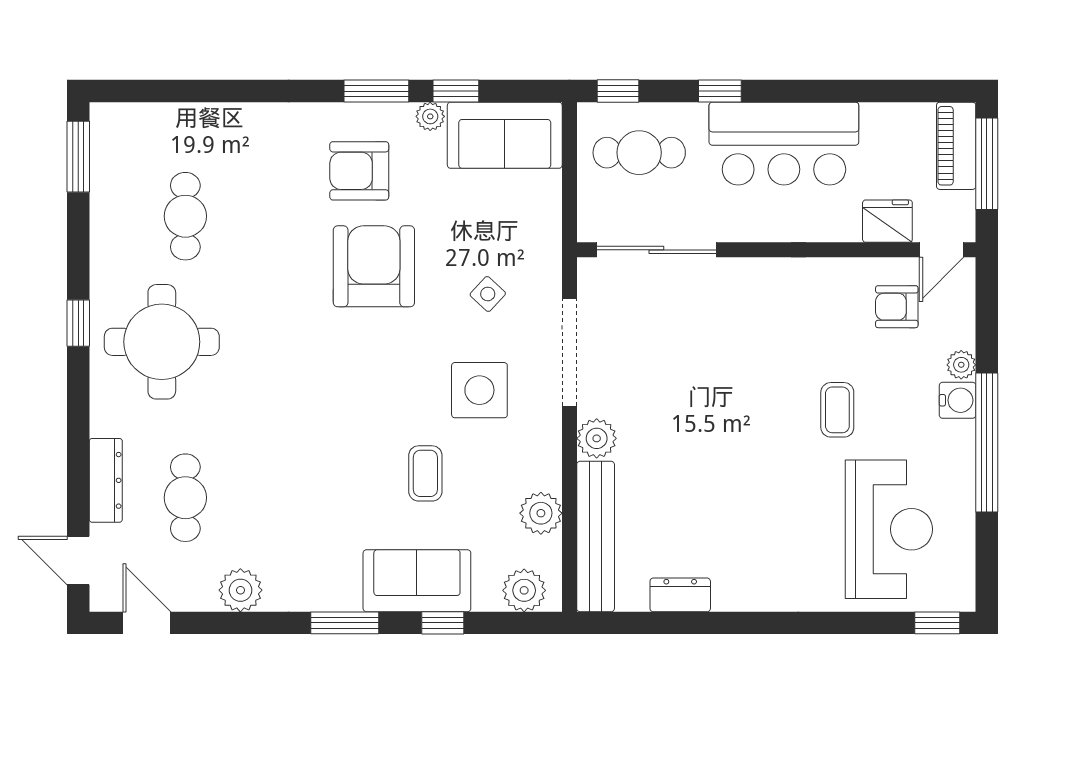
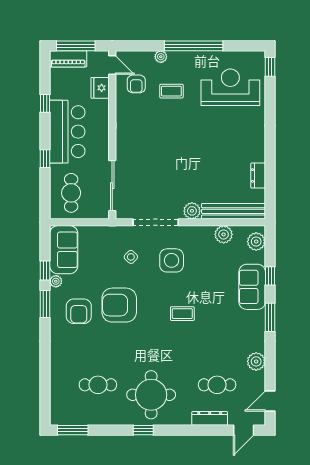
window: (618, 91) -> (45, 103), moved
water cooler: (958, 400) -> (176, 58), removed
coffee table: (837, 410) -> (171, 91), moved
coffee table: (425, 473) -> (182, 314), moved

